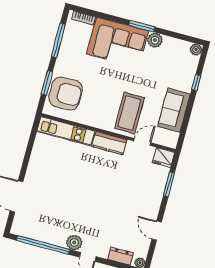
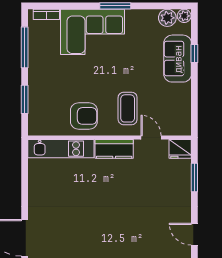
plant: (155, 40) -> (167, 18), moved
armchair: (66, 93) -> (84, 116), moved, width x0.73, depth x0.73
sofa: (174, 110) -> (178, 59), moved
coffee table: (129, 113) -> (128, 108), width x0.73, depth x0.76
door: (142, 142) -> (151, 137), hinge flipped

